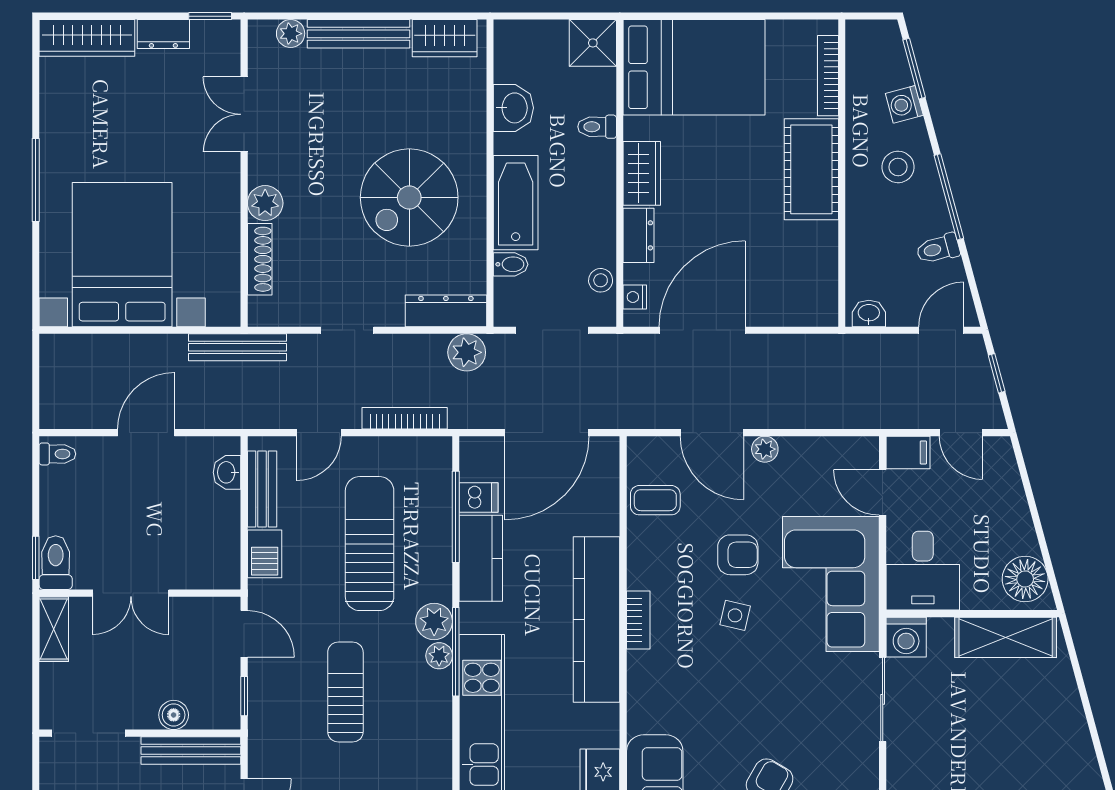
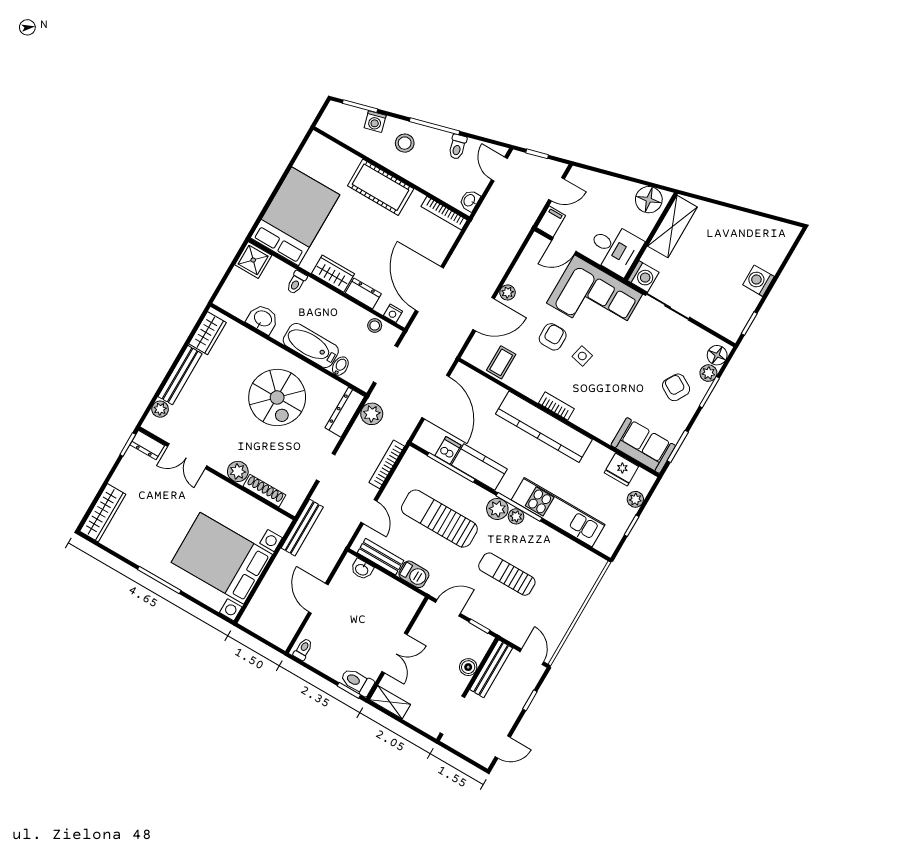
dresser: (163, 34) -> (147, 445), moved, turned 90
bookcase: (828, 76) -> (444, 213), moved

